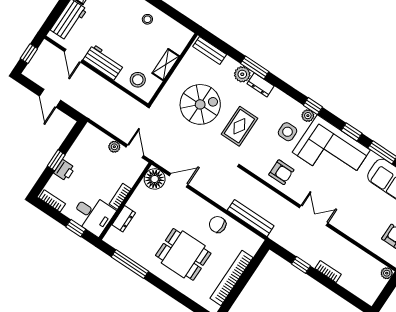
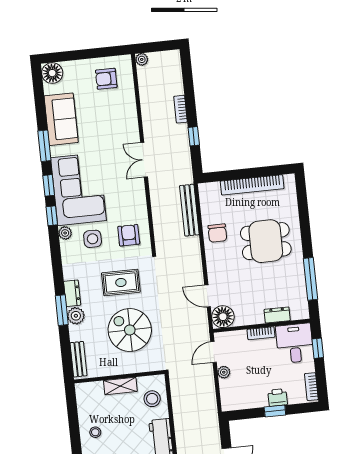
window: (313, 106) -> (52, 216), moved
armchair: (281, 172) -> (129, 235), moved
dining table: (183, 254) -> (266, 241), turned 90

